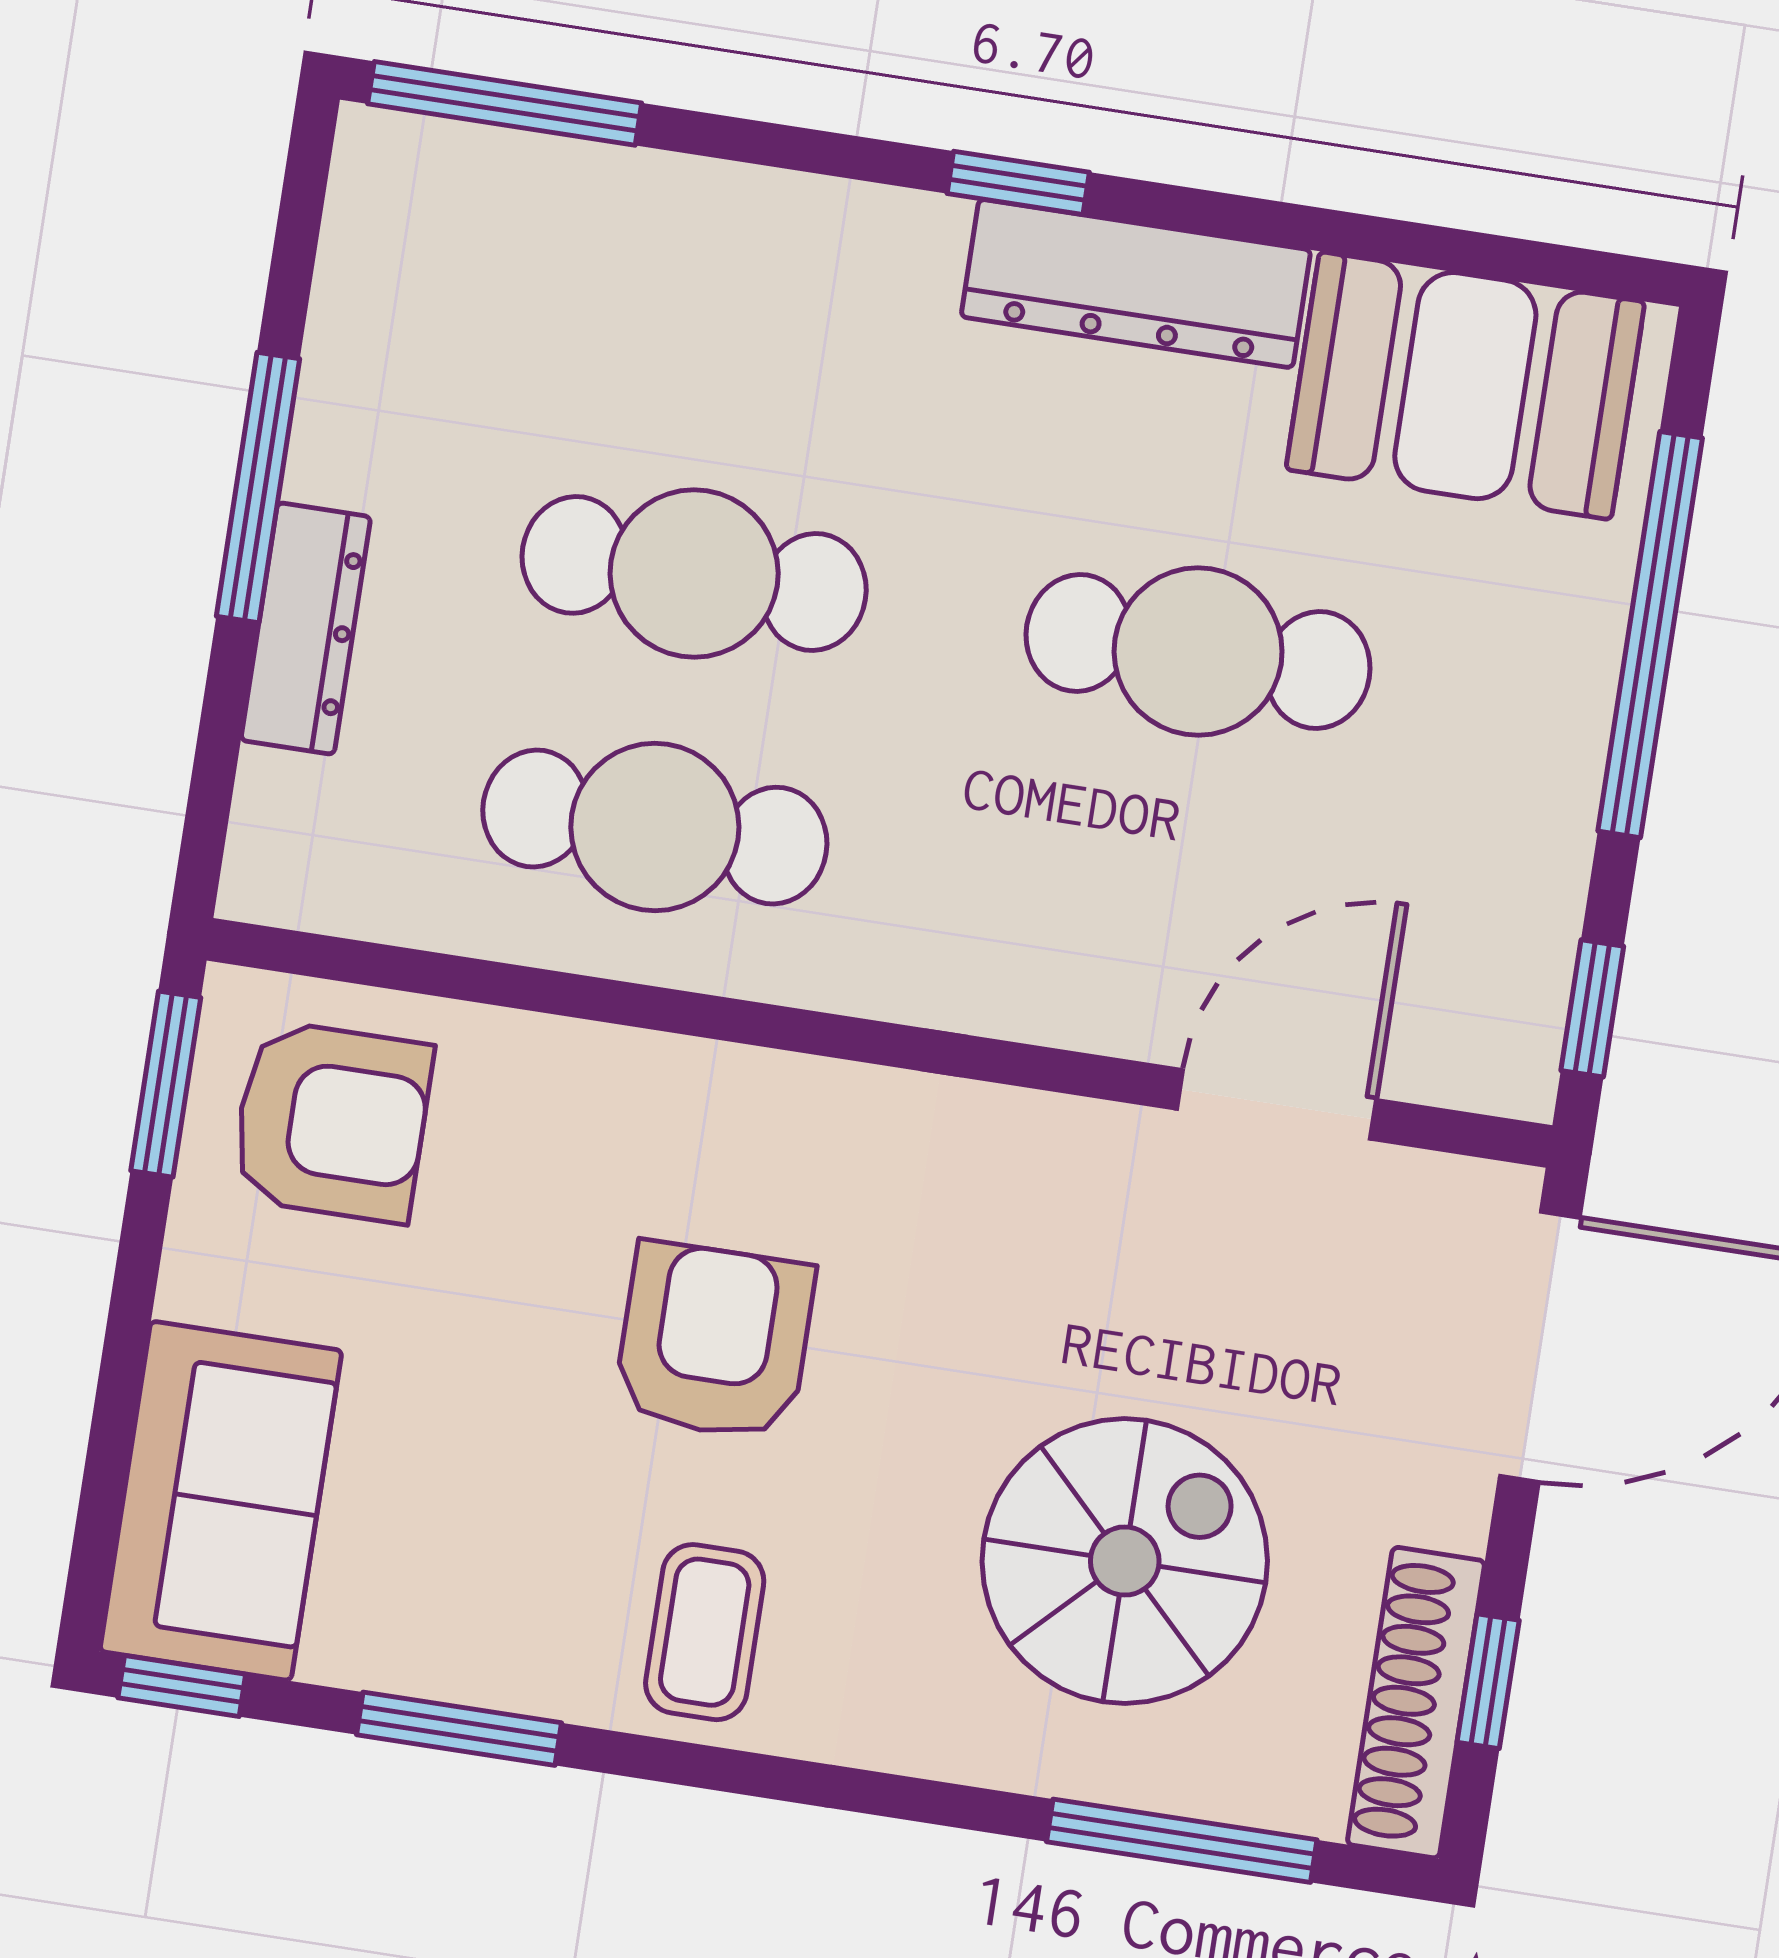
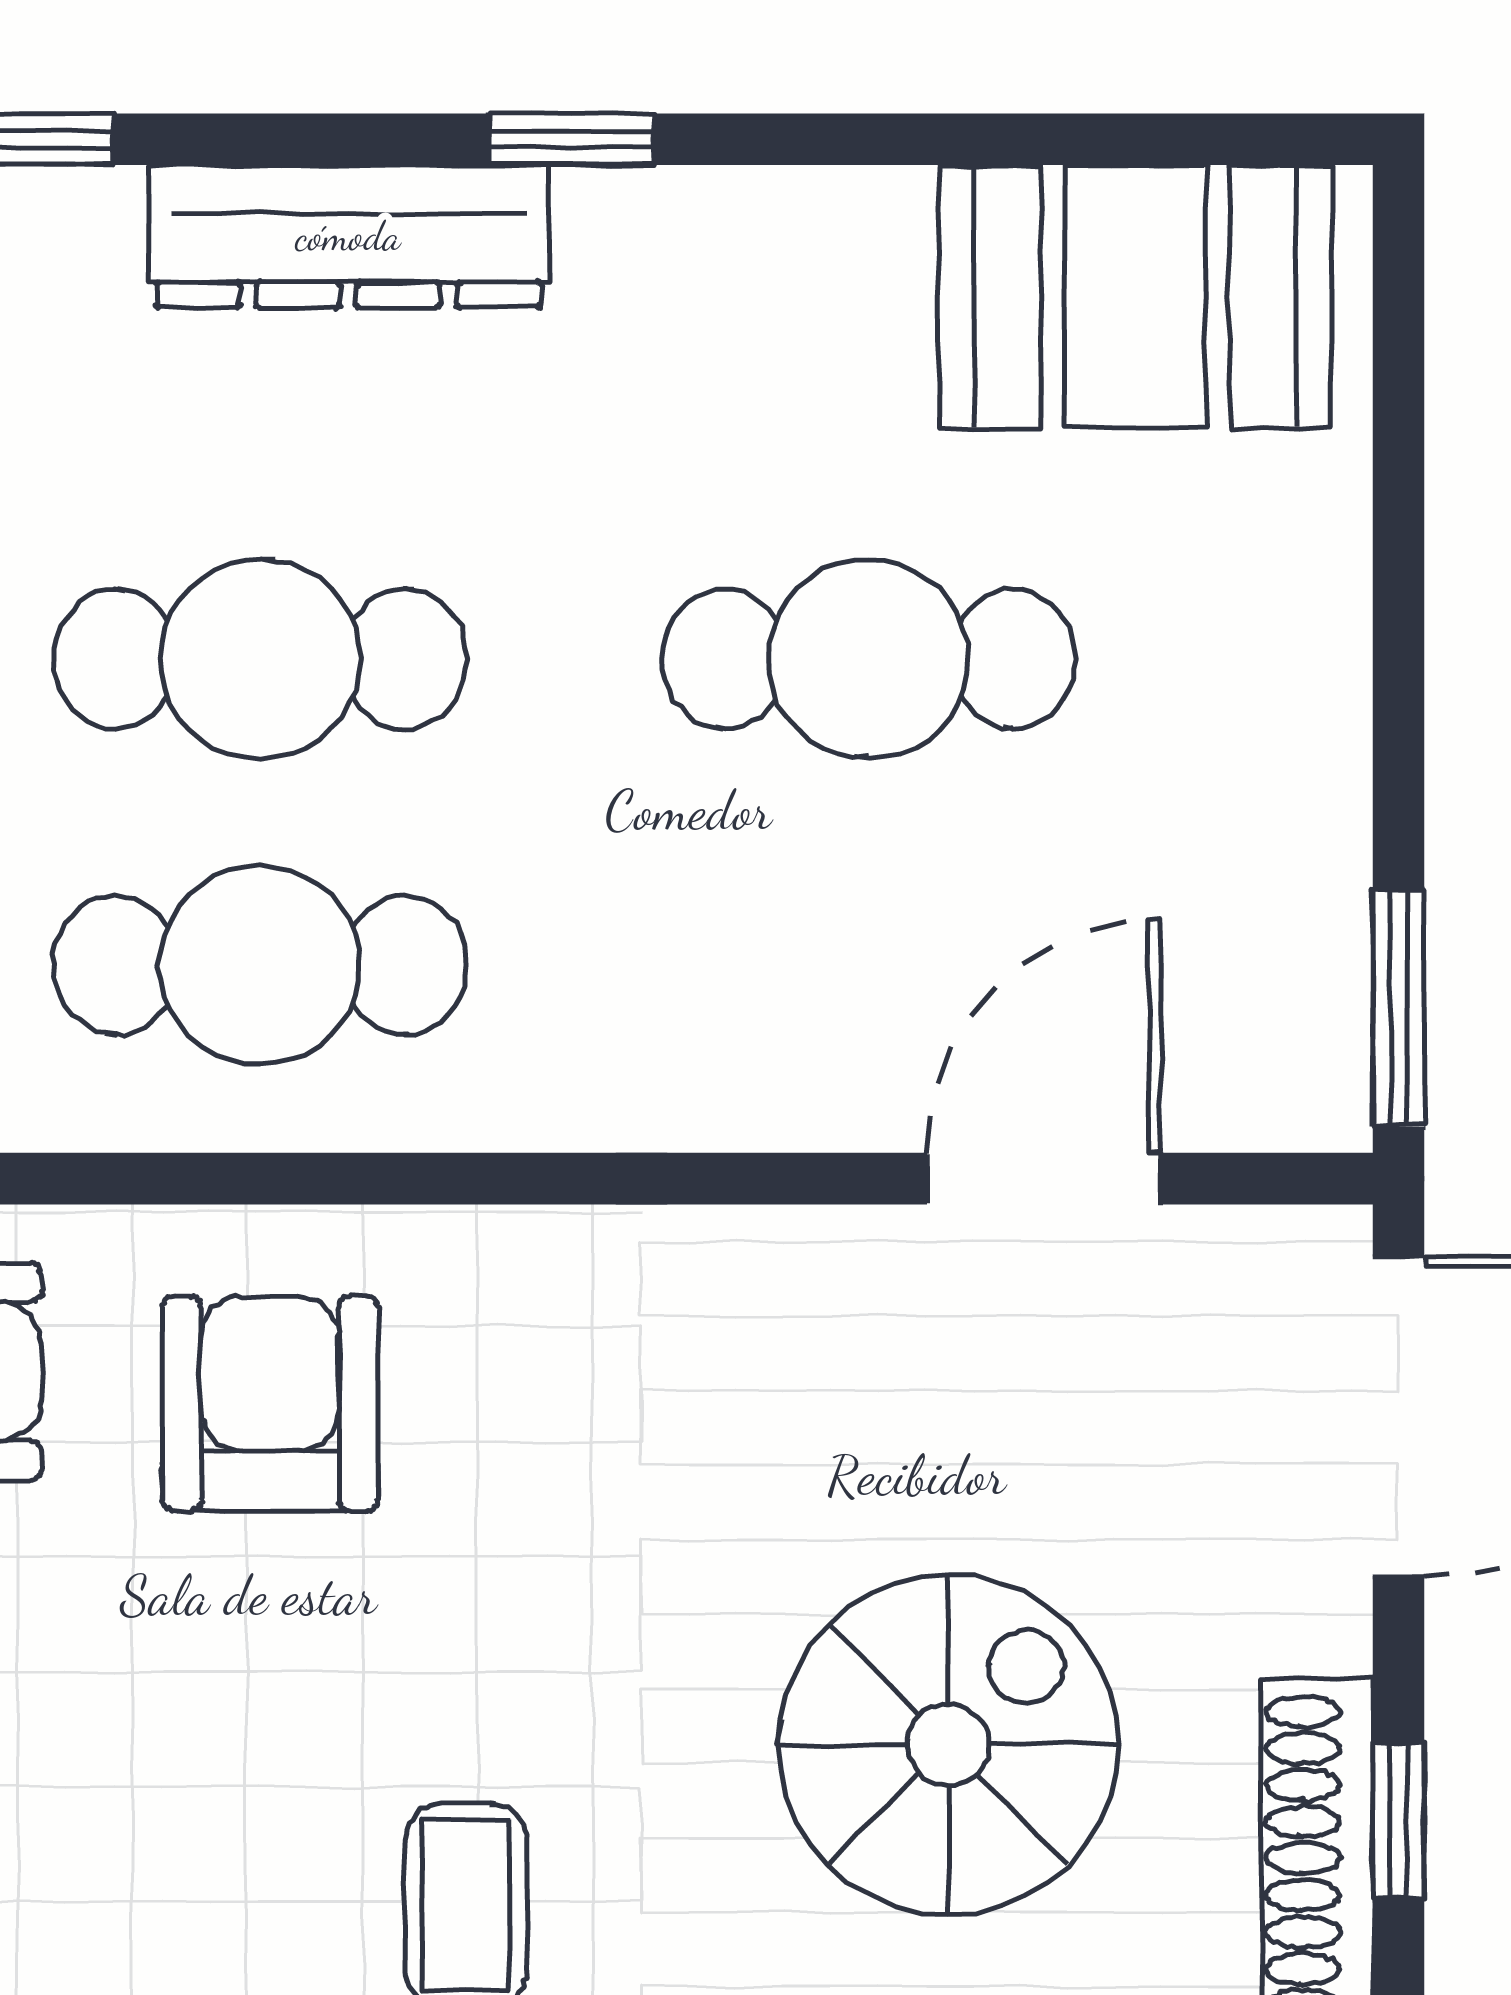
dresser: (1136, 283) -> (348, 236), moved
window: (1650, 635) -> (1399, 556), removed
window: (1592, 1008) -> (1399, 1008), width x1.50
armchair: (714, 1341) -> (270, 1404), moved

